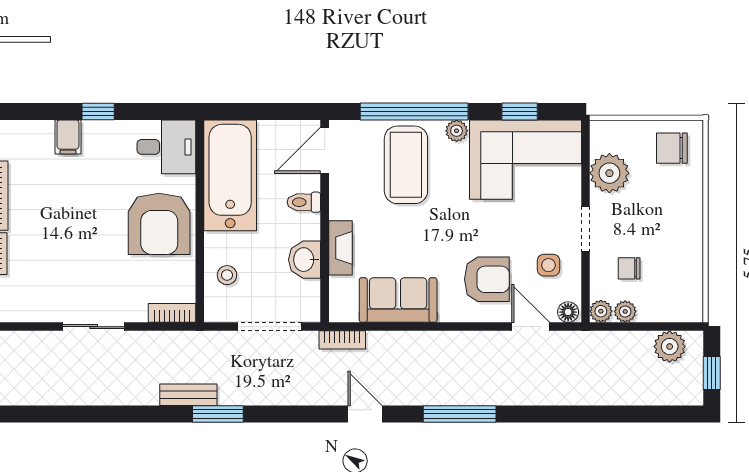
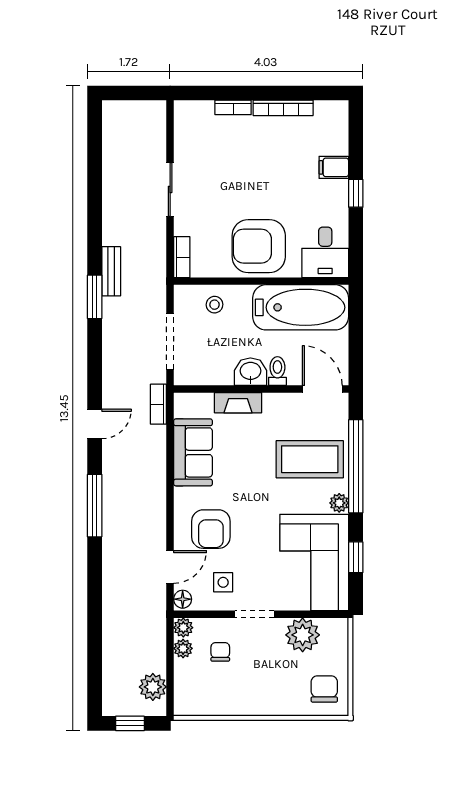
washbasin: (305, 260) -> (250, 372), moved

